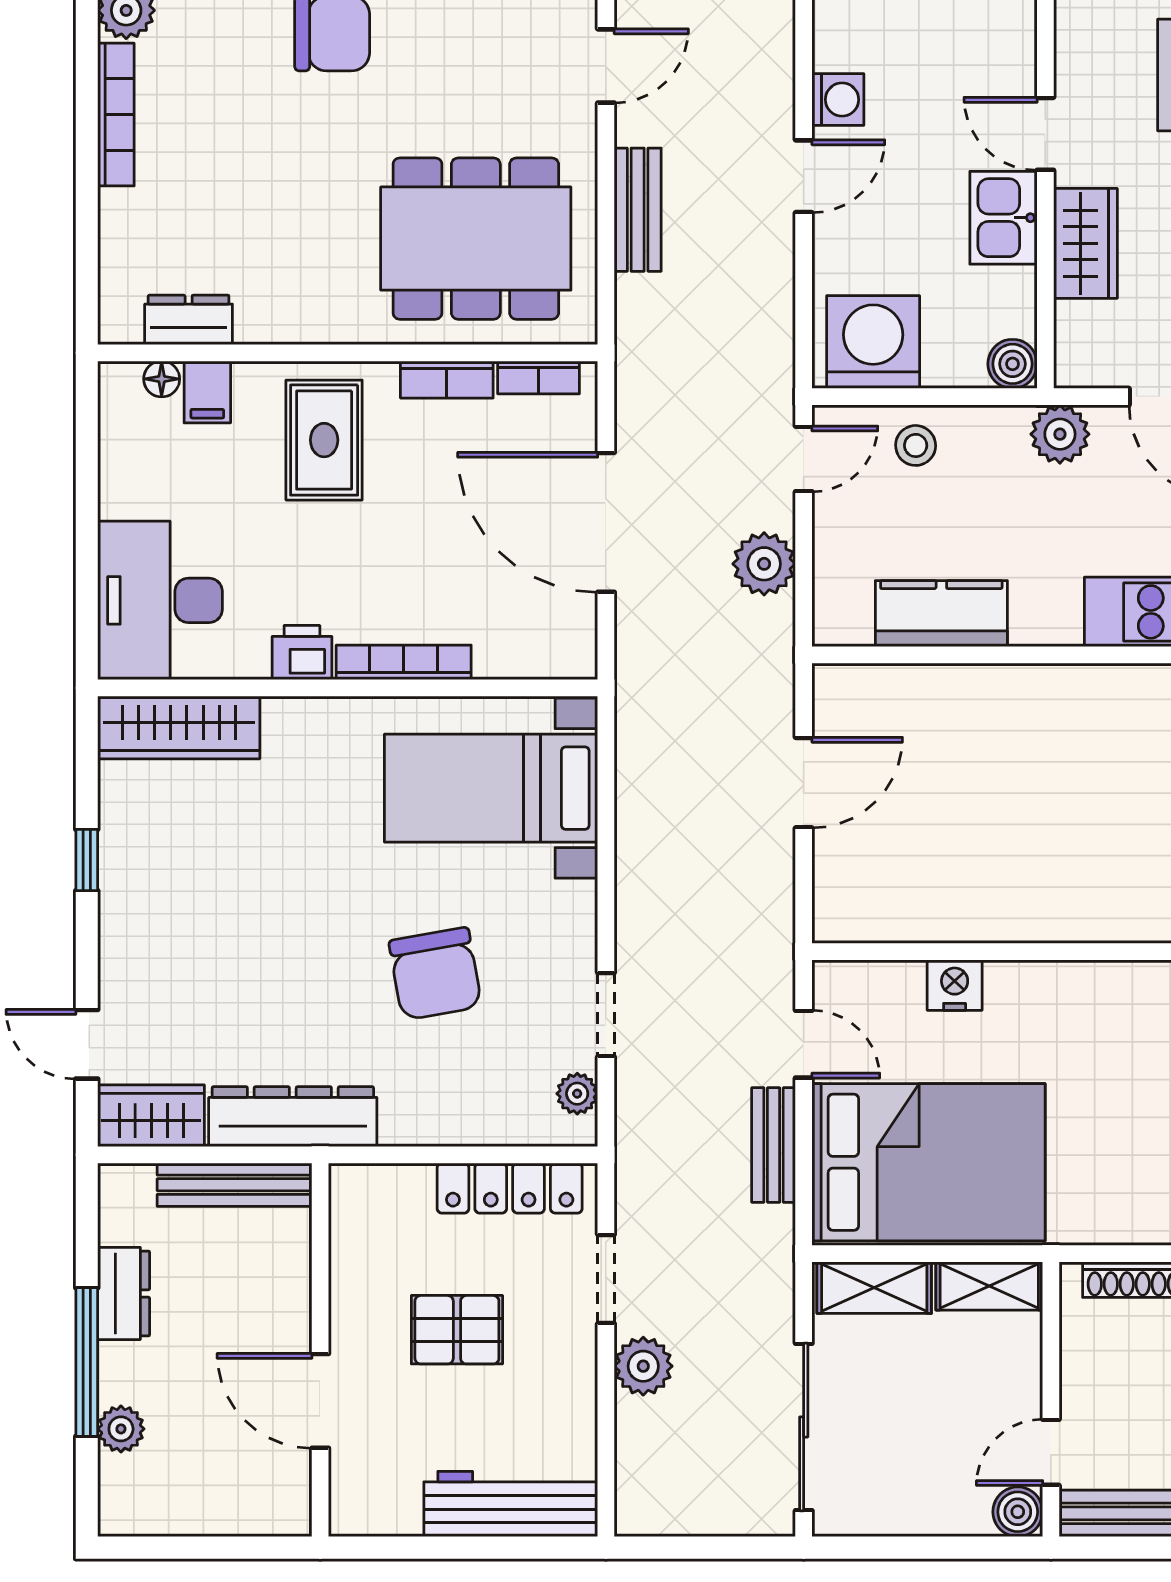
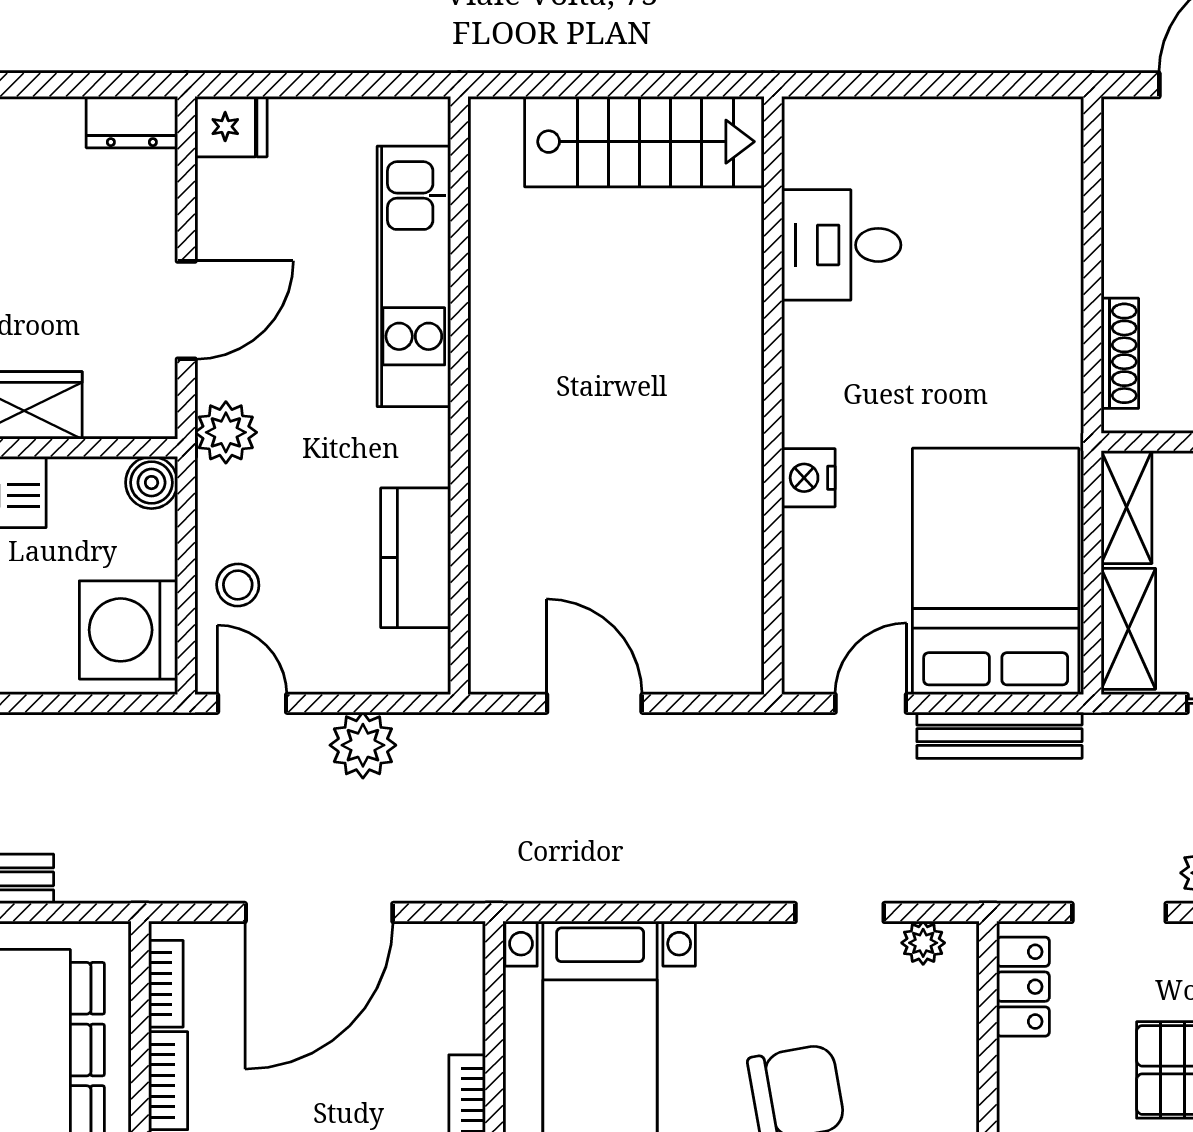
nightstand: (955, 985) -> (808, 478), moved
bench: (774, 1145) -> (999, 735), width x1.36
locker: (510, 1188) -> (1023, 987), width x0.66

